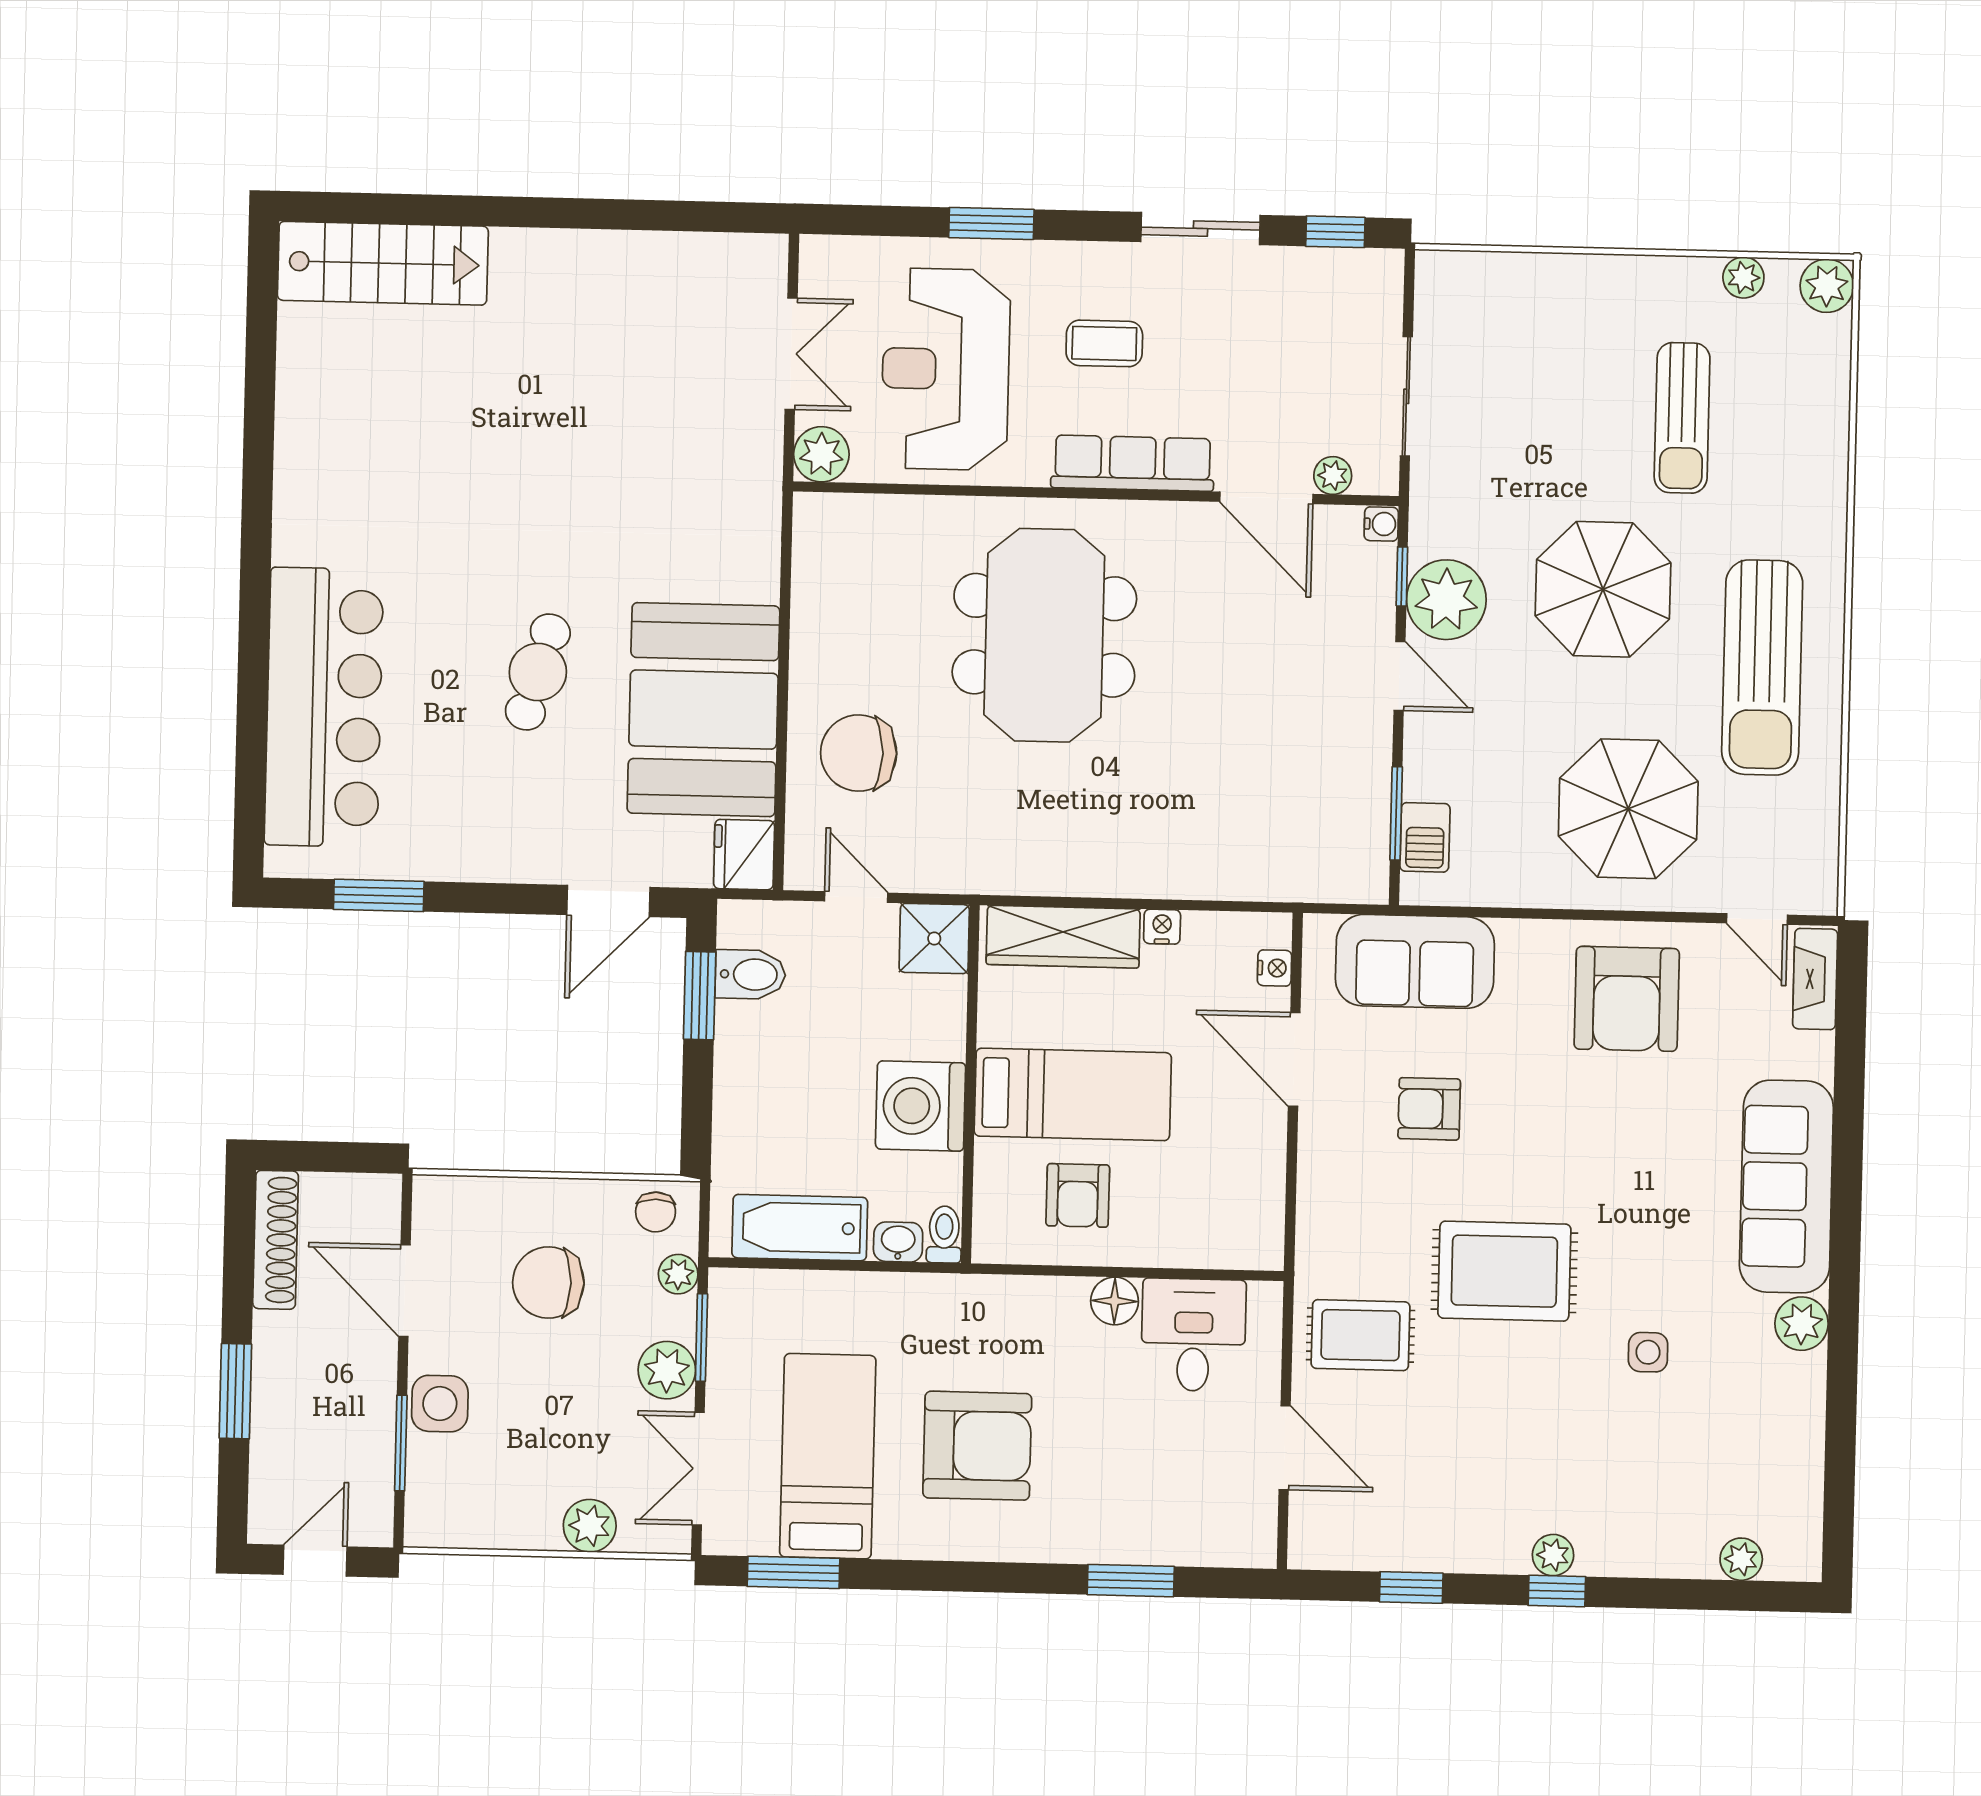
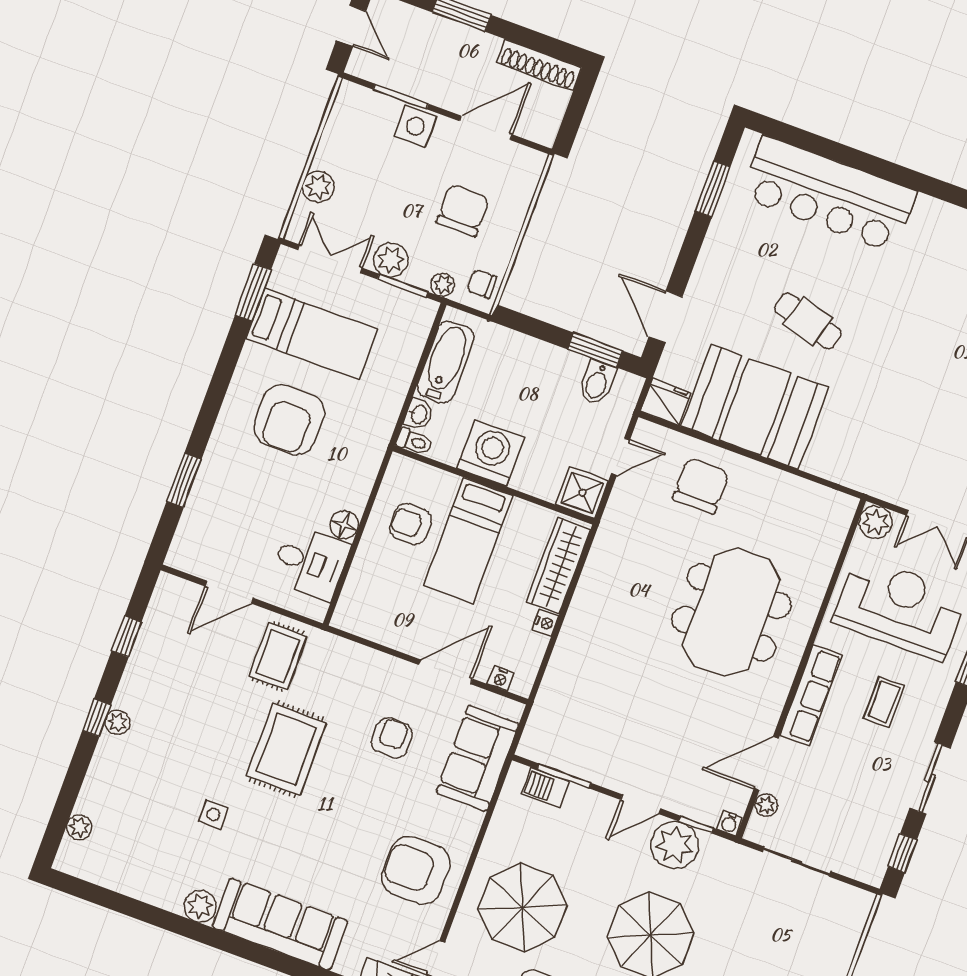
meeting table: (1044, 635) -> (731, 613), turned 90

